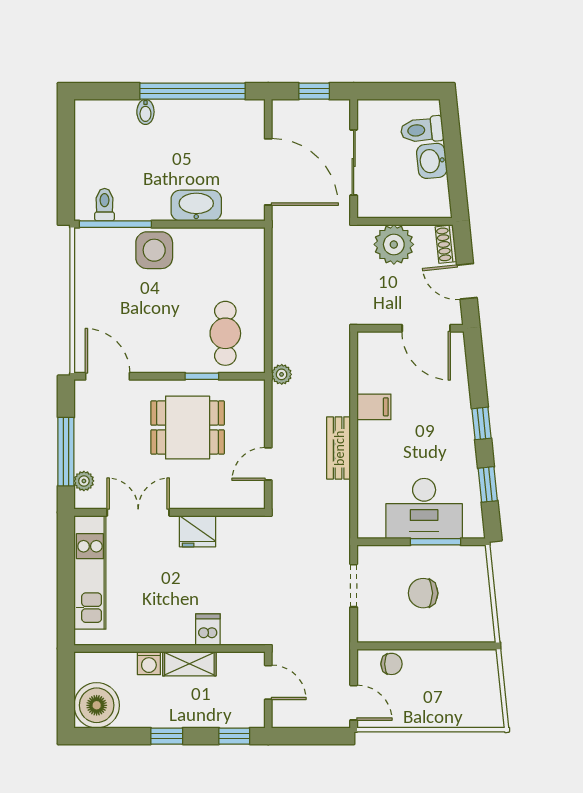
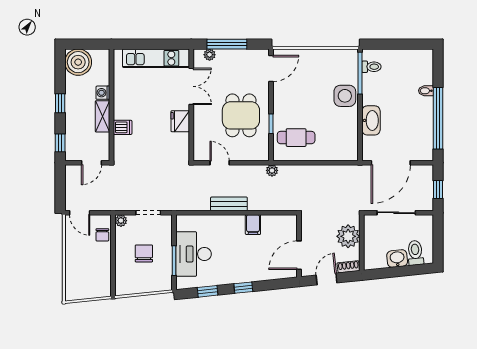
plant: (367, 632) -> (121, 221), added
door: (354, 703) -> (80, 213), hinge flipped

